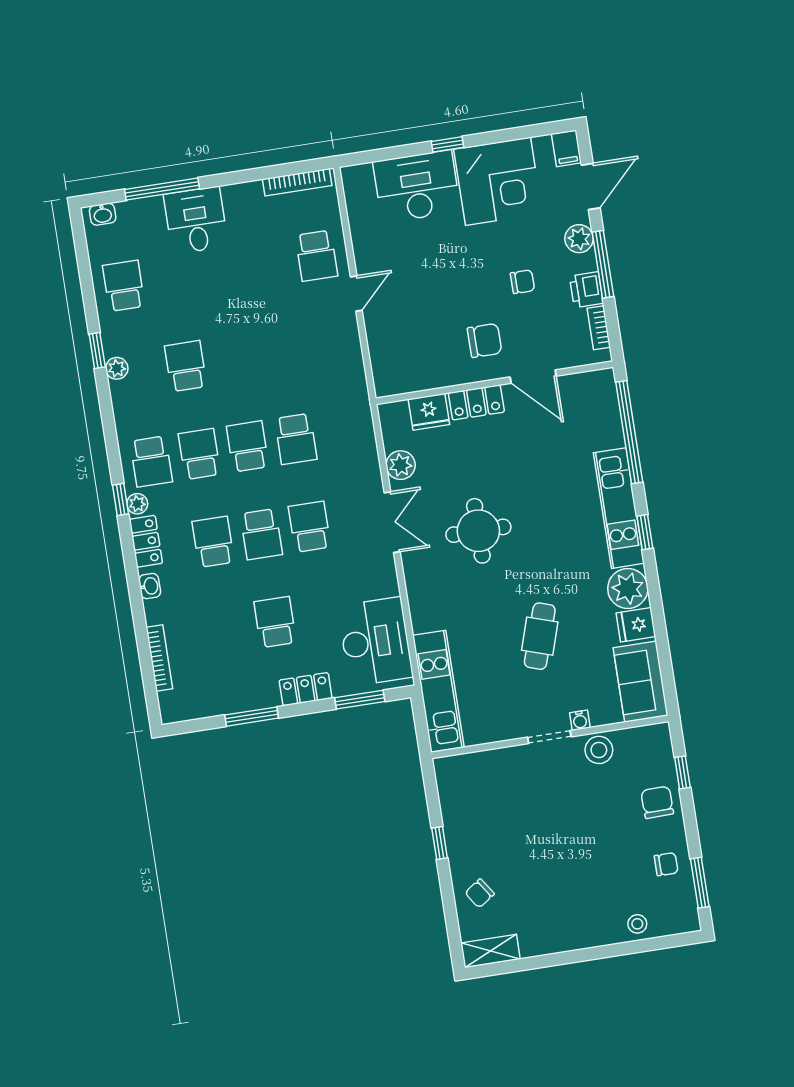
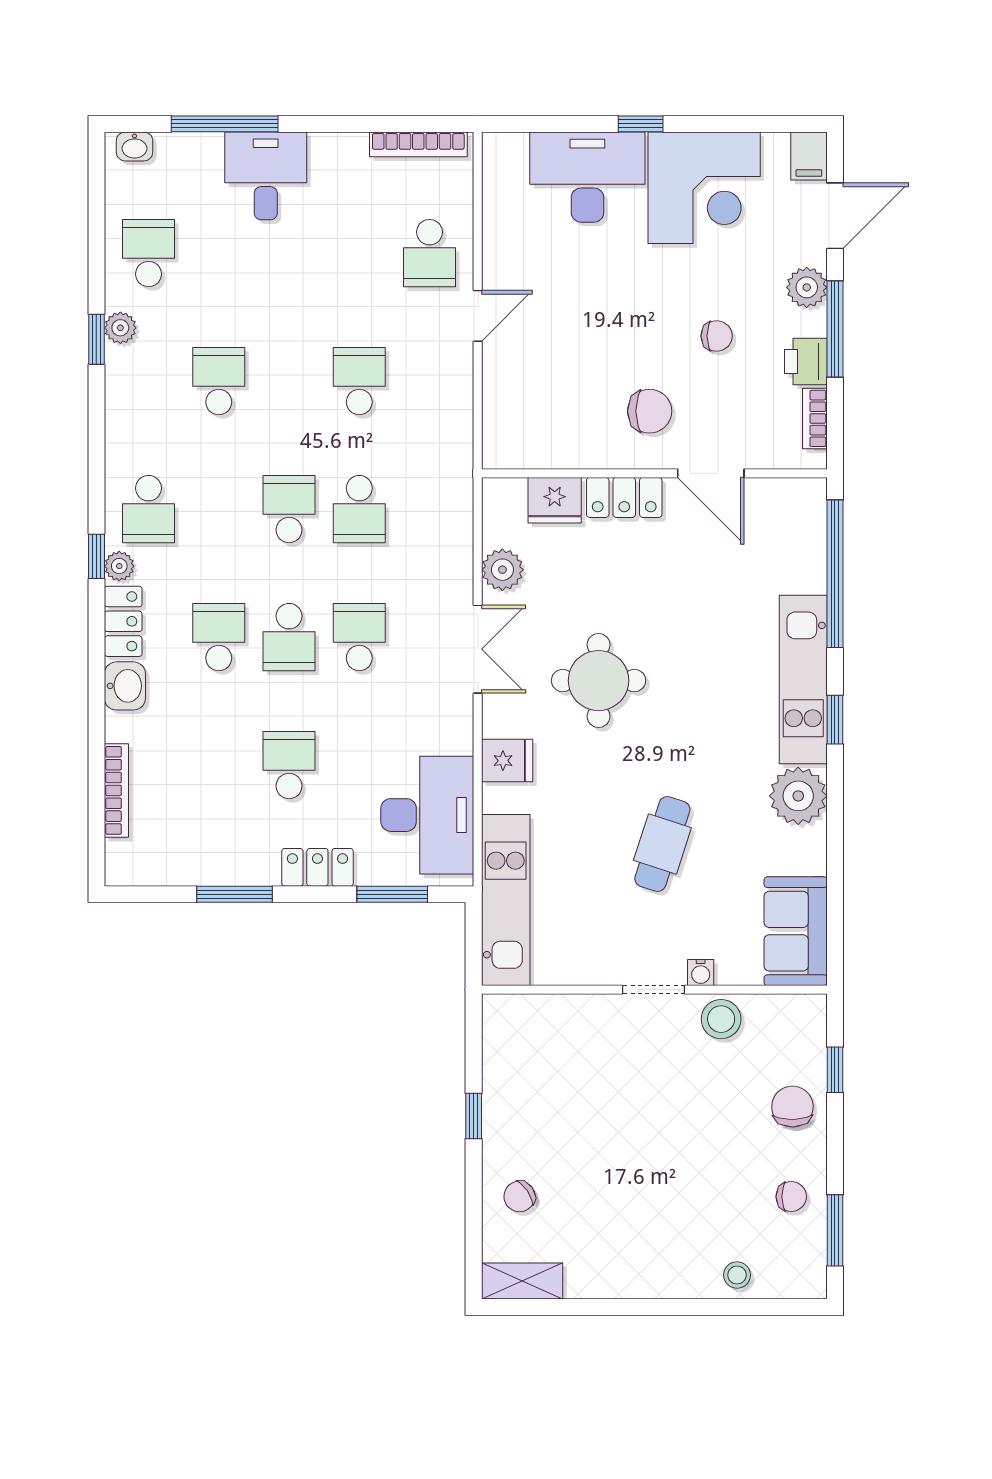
plant: (117, 368) -> (120, 328), moved
school desk: (199, 454) -> (359, 381), moved
washbasin: (150, 586) -> (125, 686), width x1.38, depth x1.45
fridge: (636, 625) -> (507, 761), moved, turned 180

